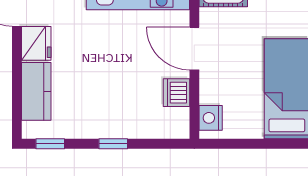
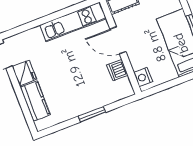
window: (50, 144) -> (55, 128), removed
window: (113, 144) -> (92, 114), width x1.50

